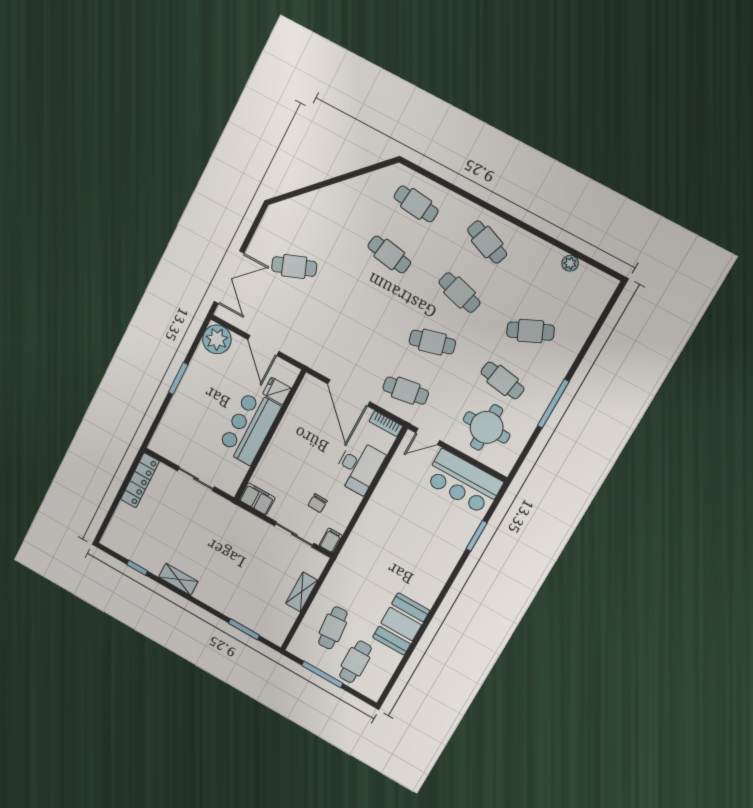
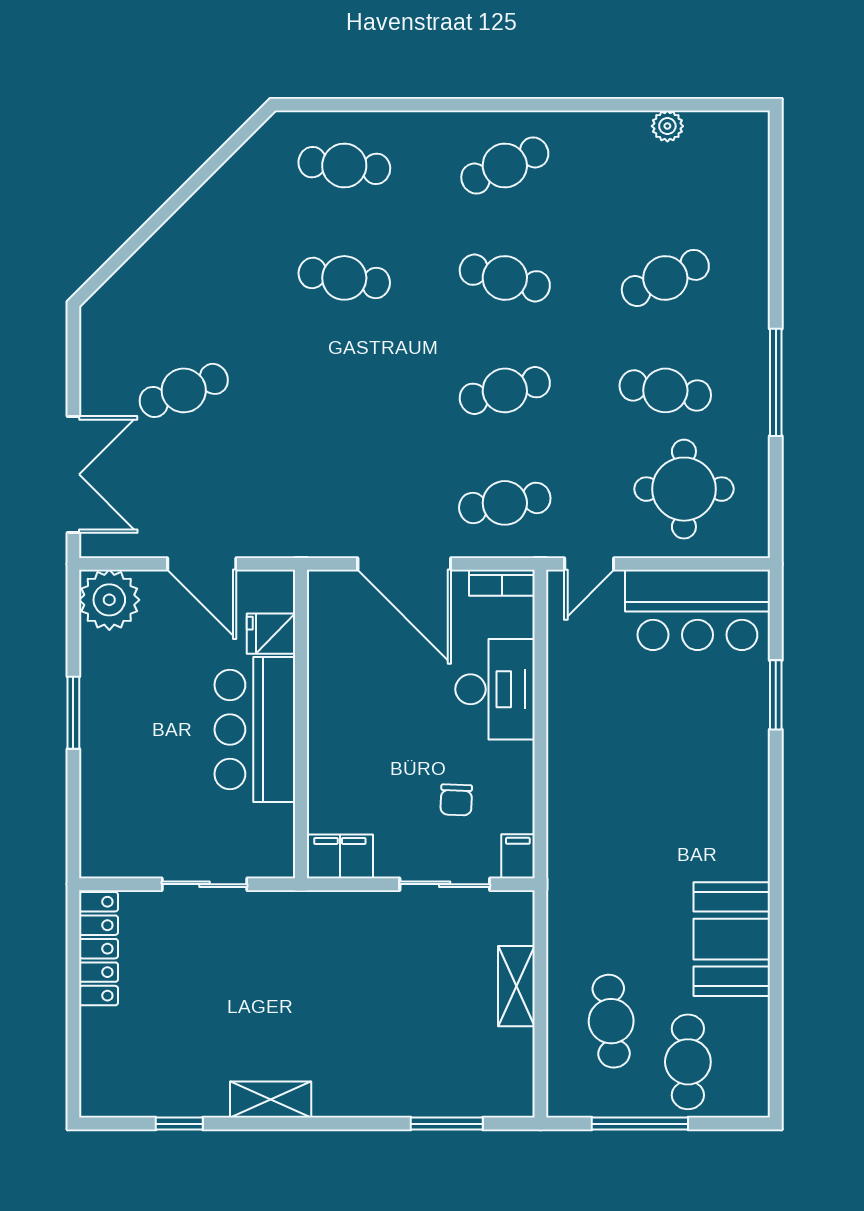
cafe table: (487, 242) -> (505, 166), turned -45

